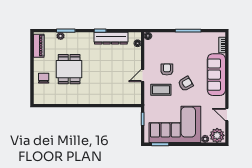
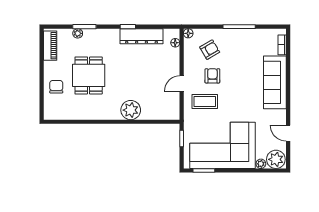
armchair: (186, 84) -> (210, 50), moved
plant: (102, 96) -> (131, 110), added

